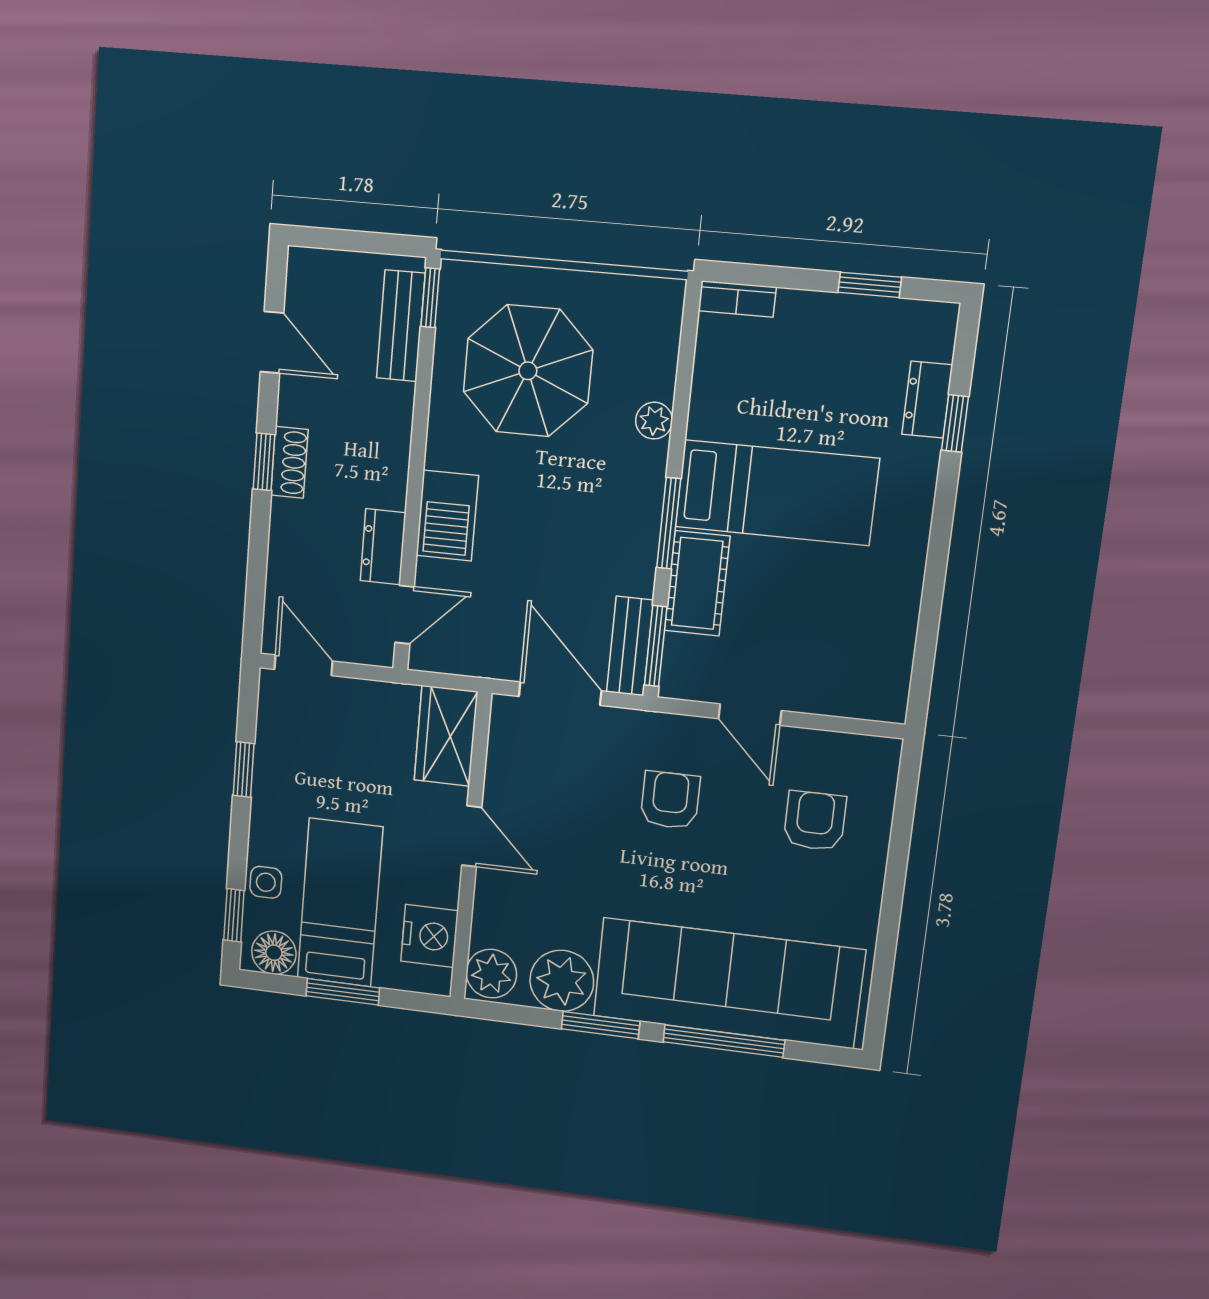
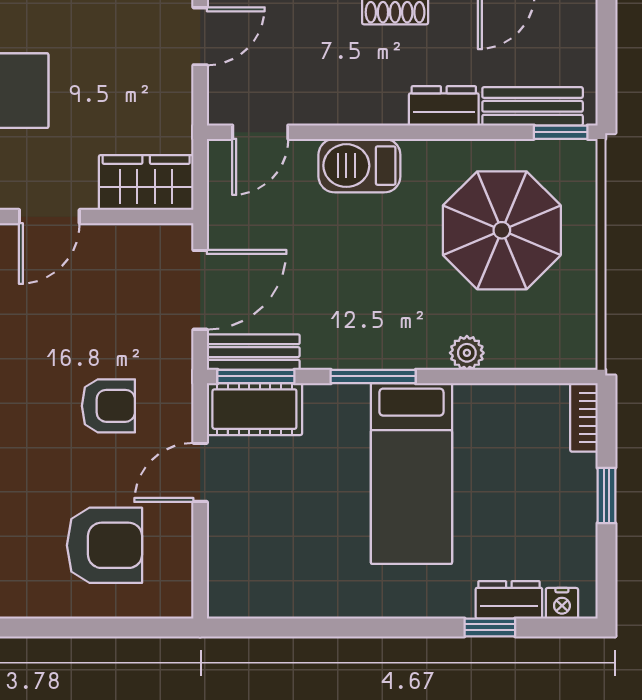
window: (870, 285) -> (606, 496), moved
nightstand: (939, 341) -> (562, 603), added
dresser: (383, 547) -> (444, 106), moved
cot: (697, 583) -> (254, 409), moved
door: (405, 615) -> (260, 132), hinge flipped
armchair: (815, 821) -> (104, 545), width x1.38, depth x1.38

